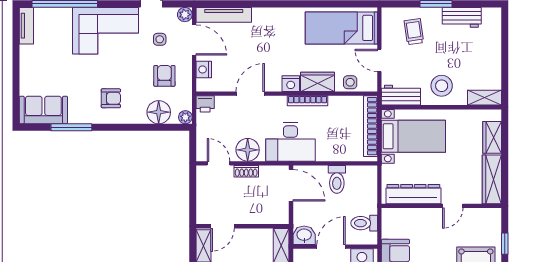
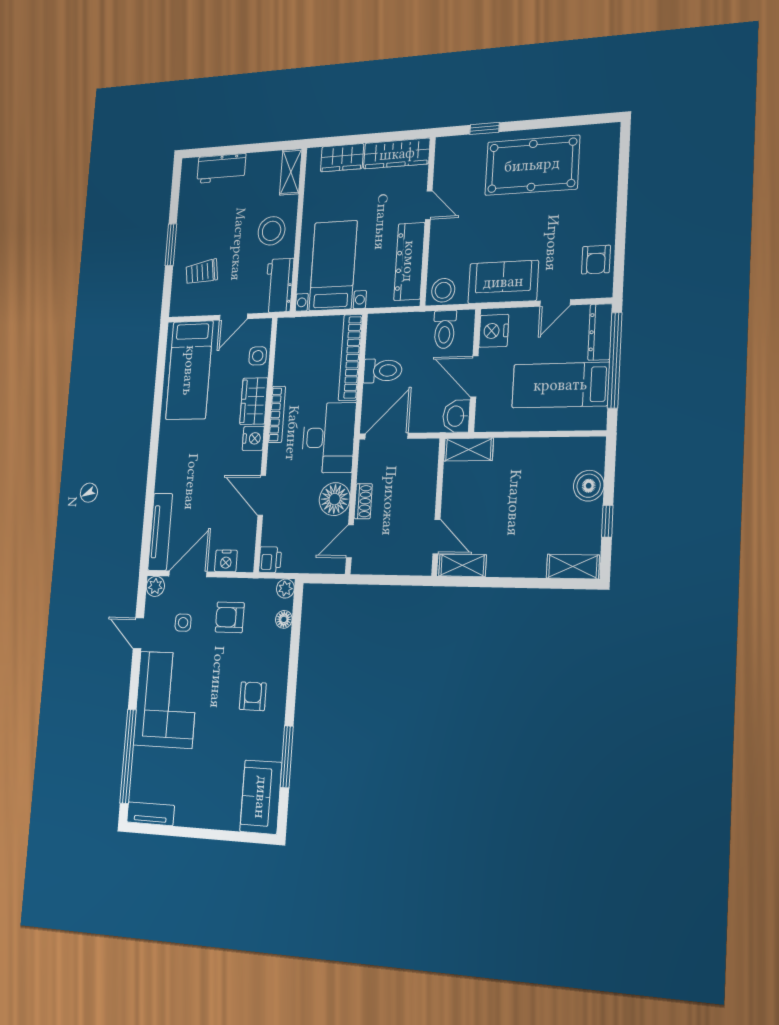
workbench: (462, 17) -> (221, 168), moved, turned 90
floor lamp: (159, 112) -> (284, 619), width x0.53, depth x0.53
bookcase: (370, 126) -> (350, 357), moved, turned 90
stool: (392, 220) -> (443, 290), added

